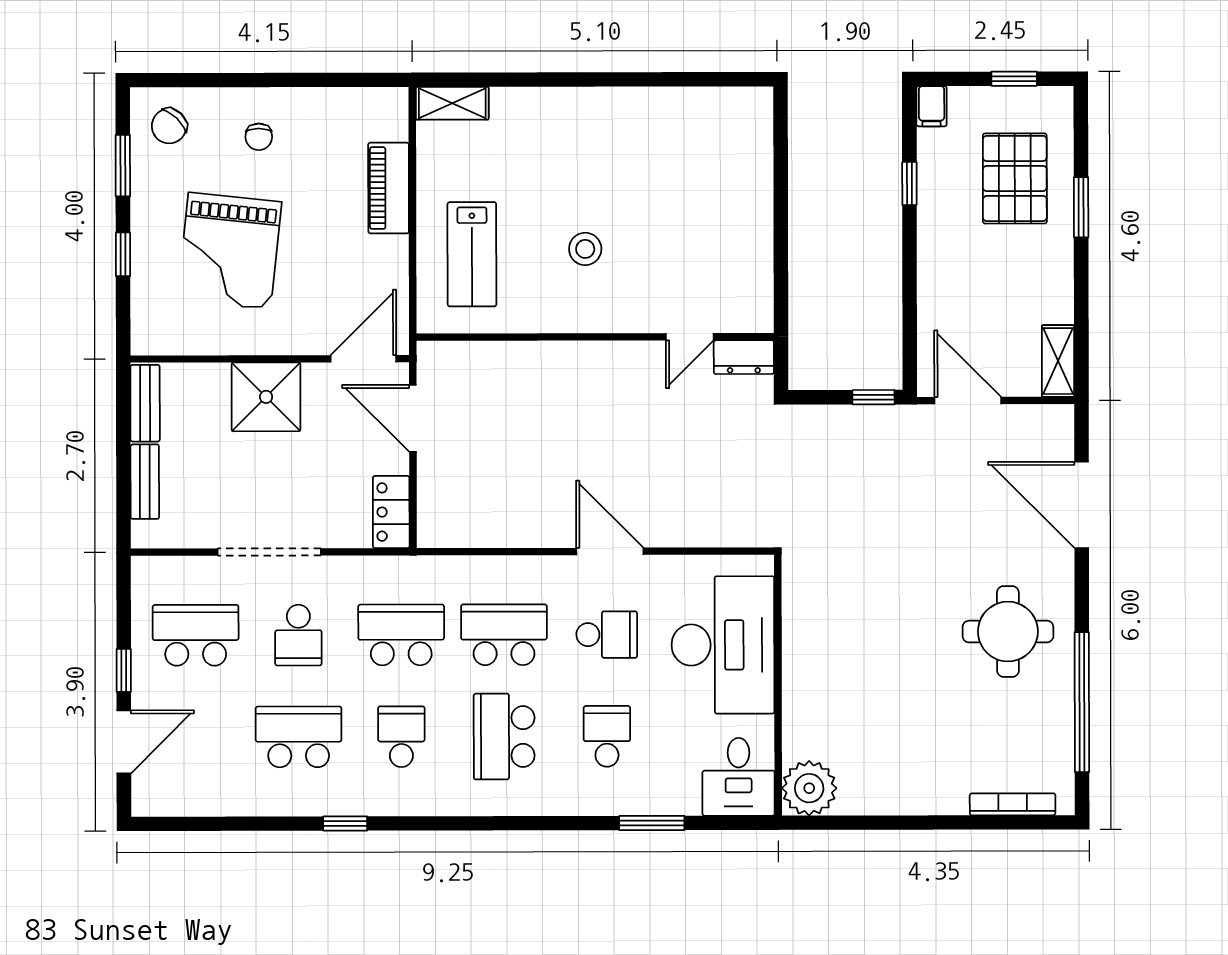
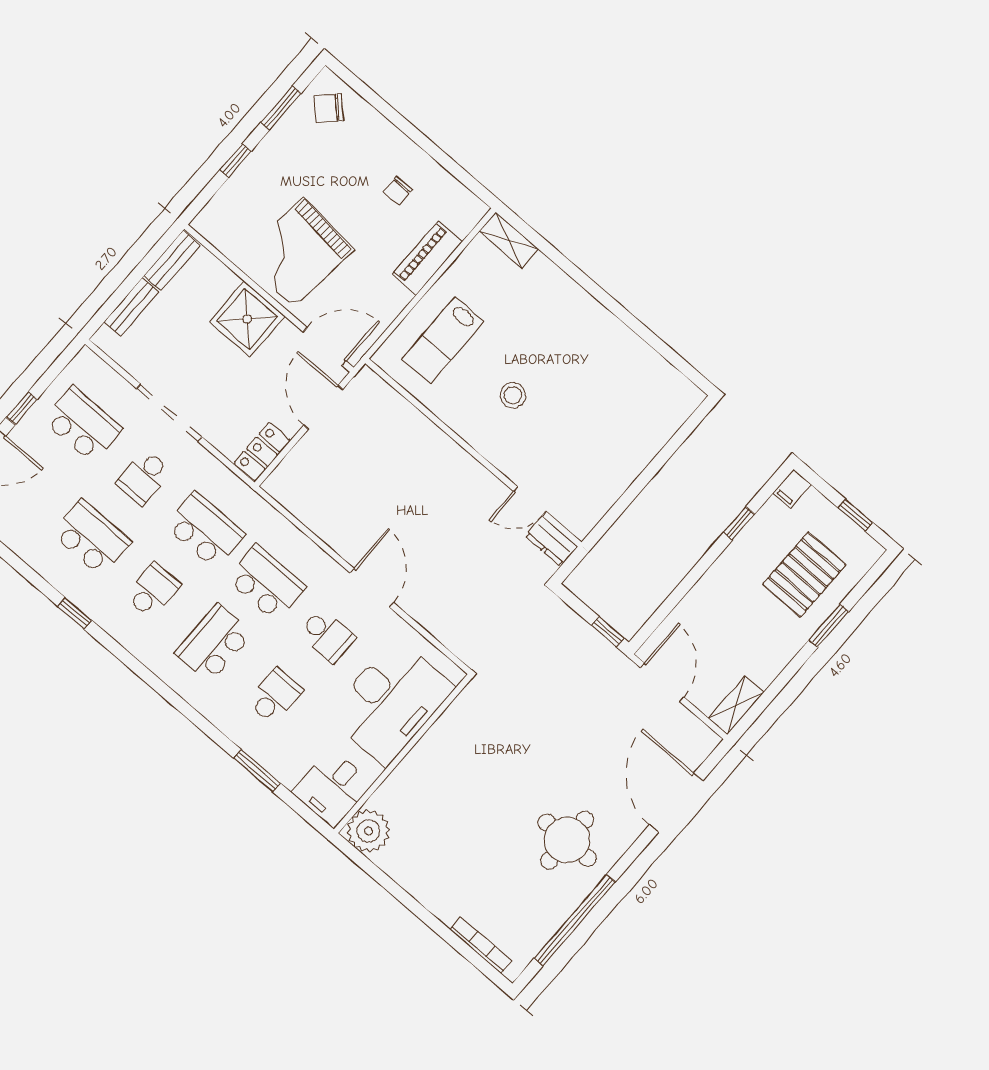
chair: (259, 137) -> (398, 191), moved
grand piano: (230, 251) -> (298, 252), moved

